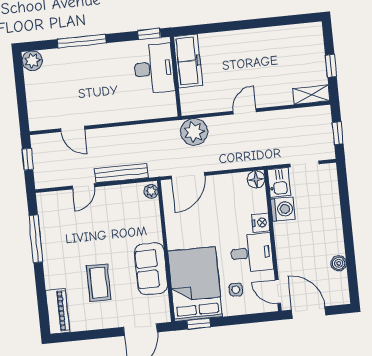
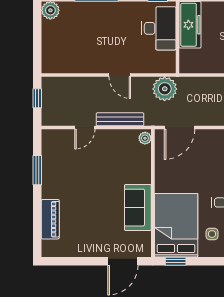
door: (73, 129) -> (120, 75), moved
plant: (194, 132) -> (165, 89), moved
window: (36, 239) -> (37, 170), width x0.69
coffee table: (99, 283) -> (90, 215), removed
piano: (58, 311) -> (50, 219), moved

